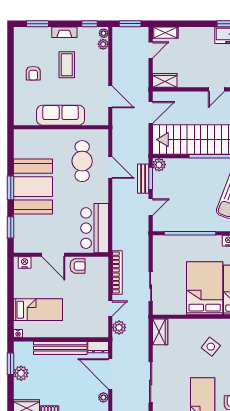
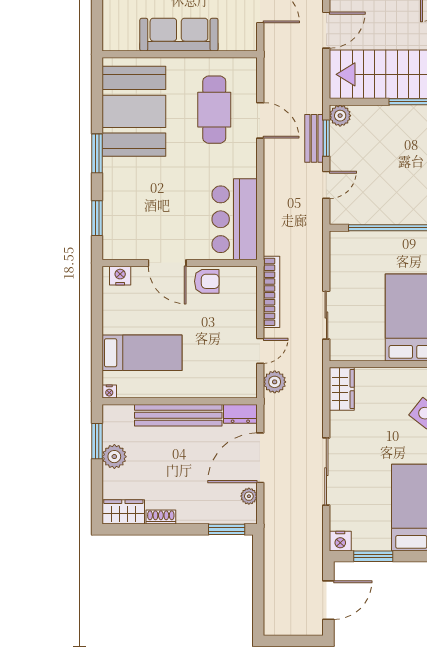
booth: (33, 187) -> (134, 111), moved
door: (110, 374) -> (260, 458), hinge flipped

